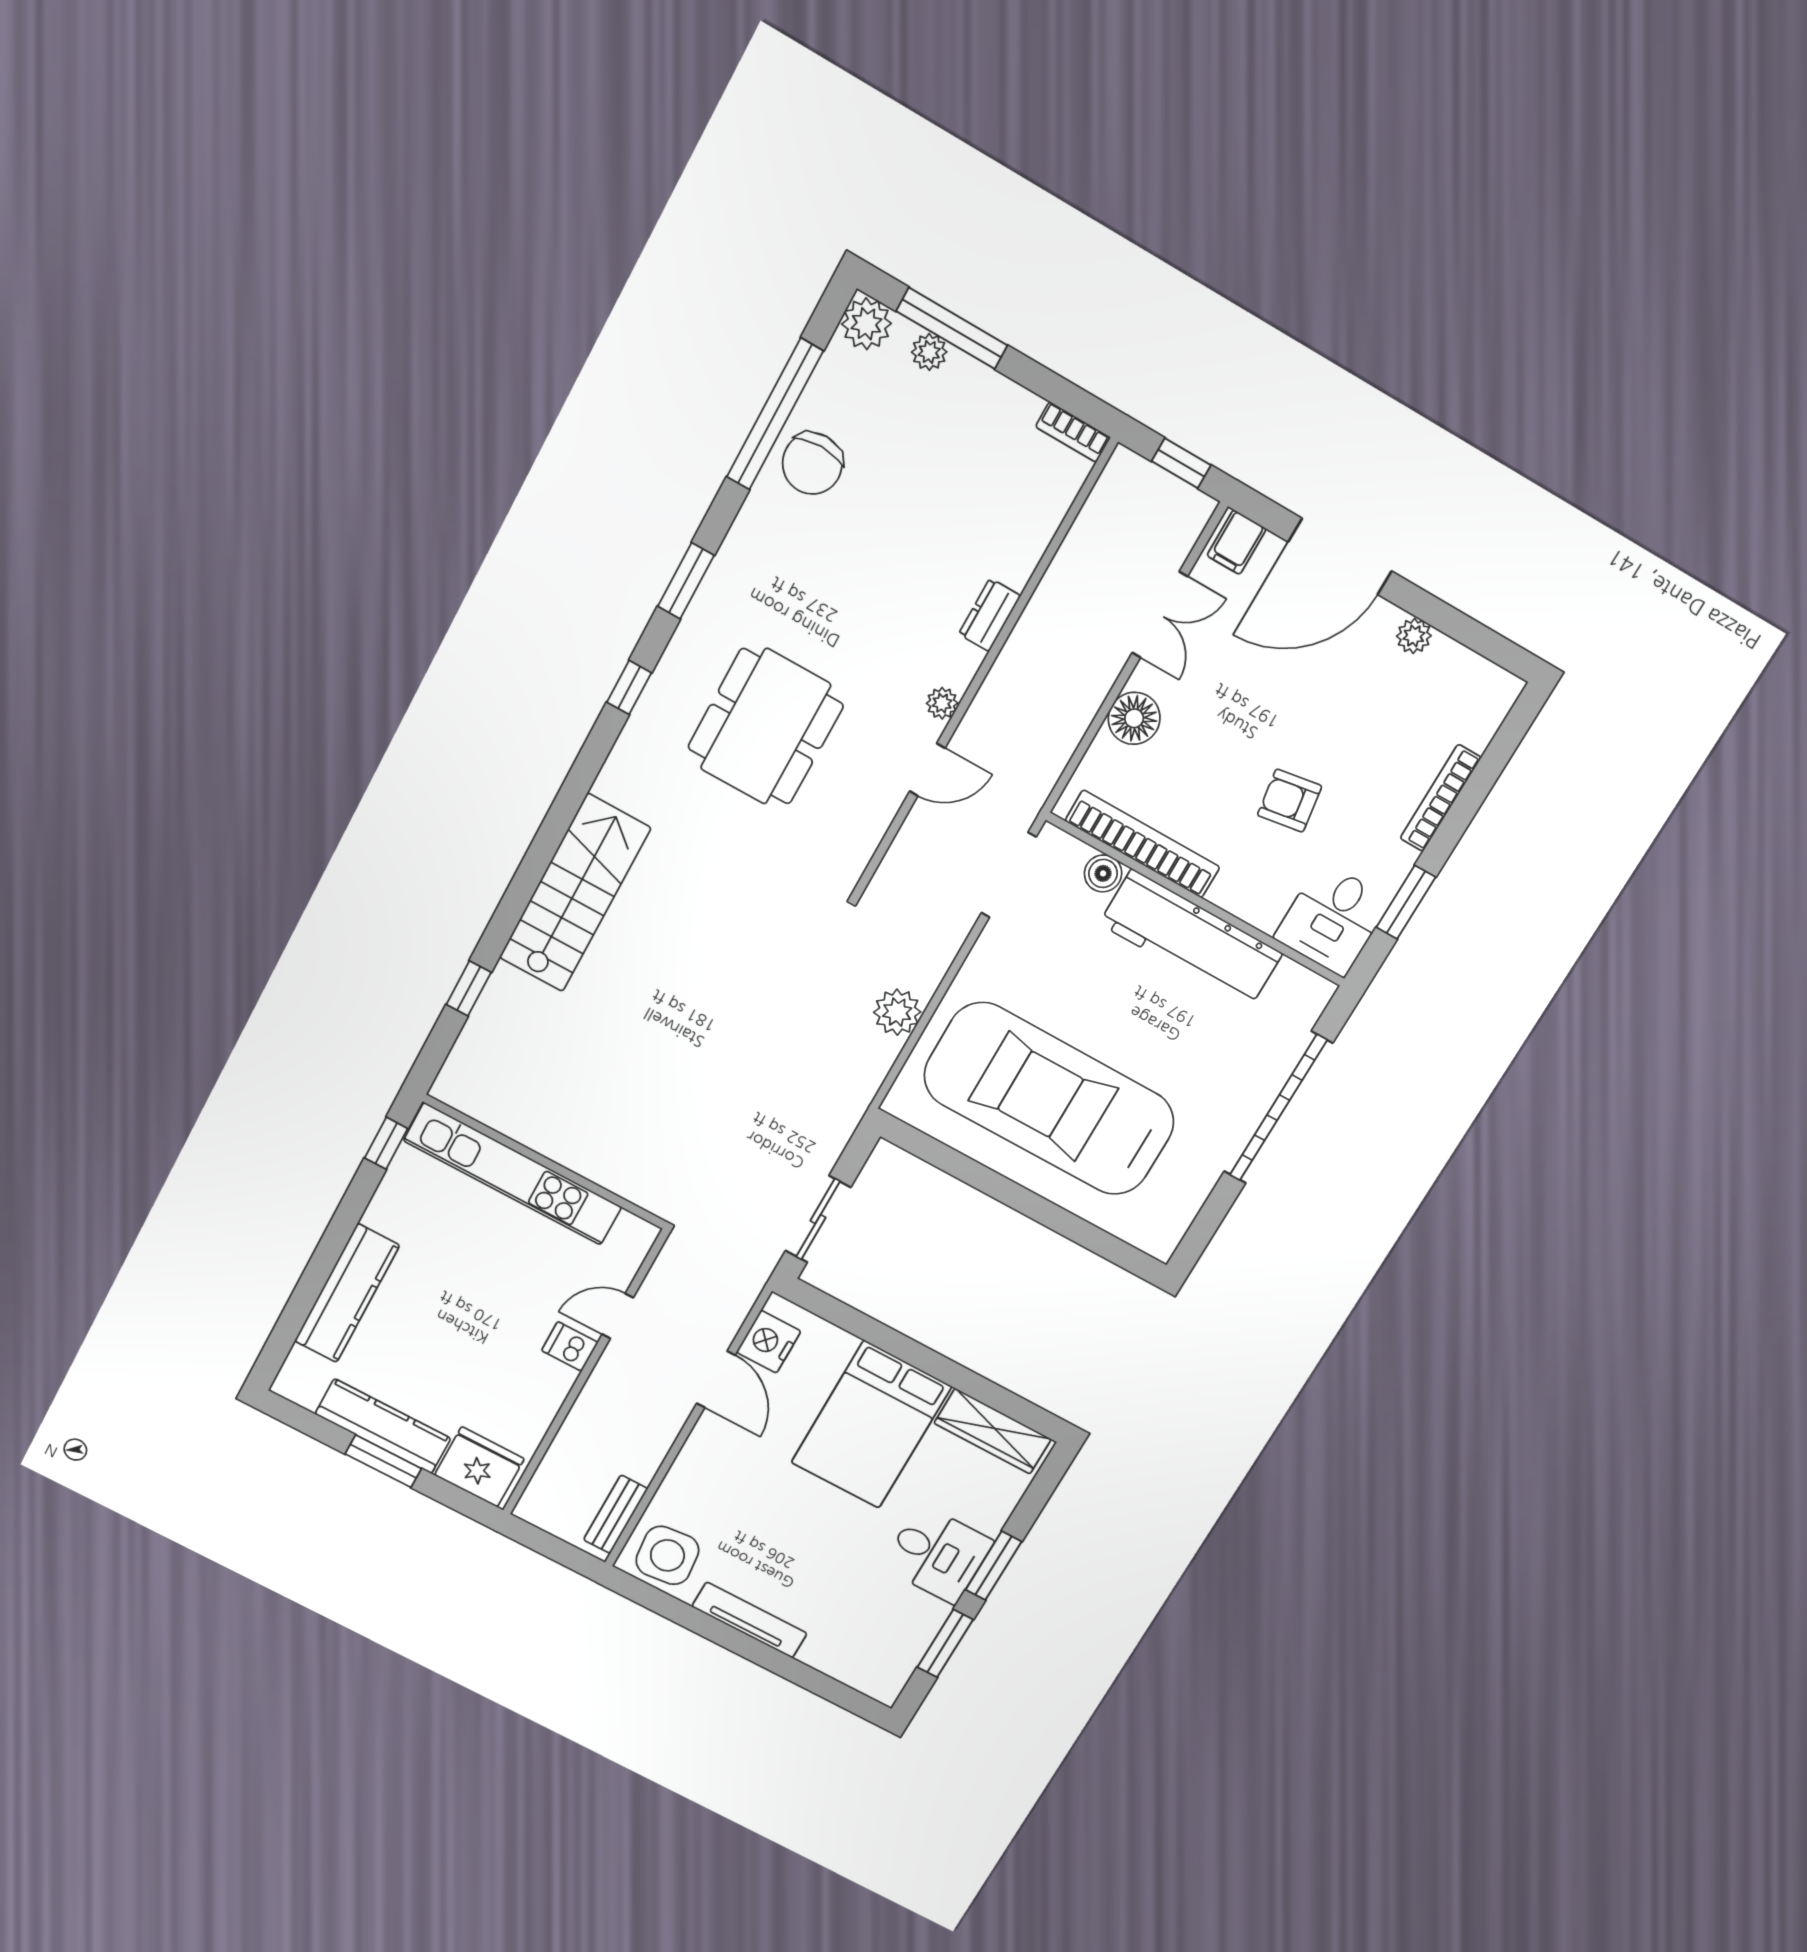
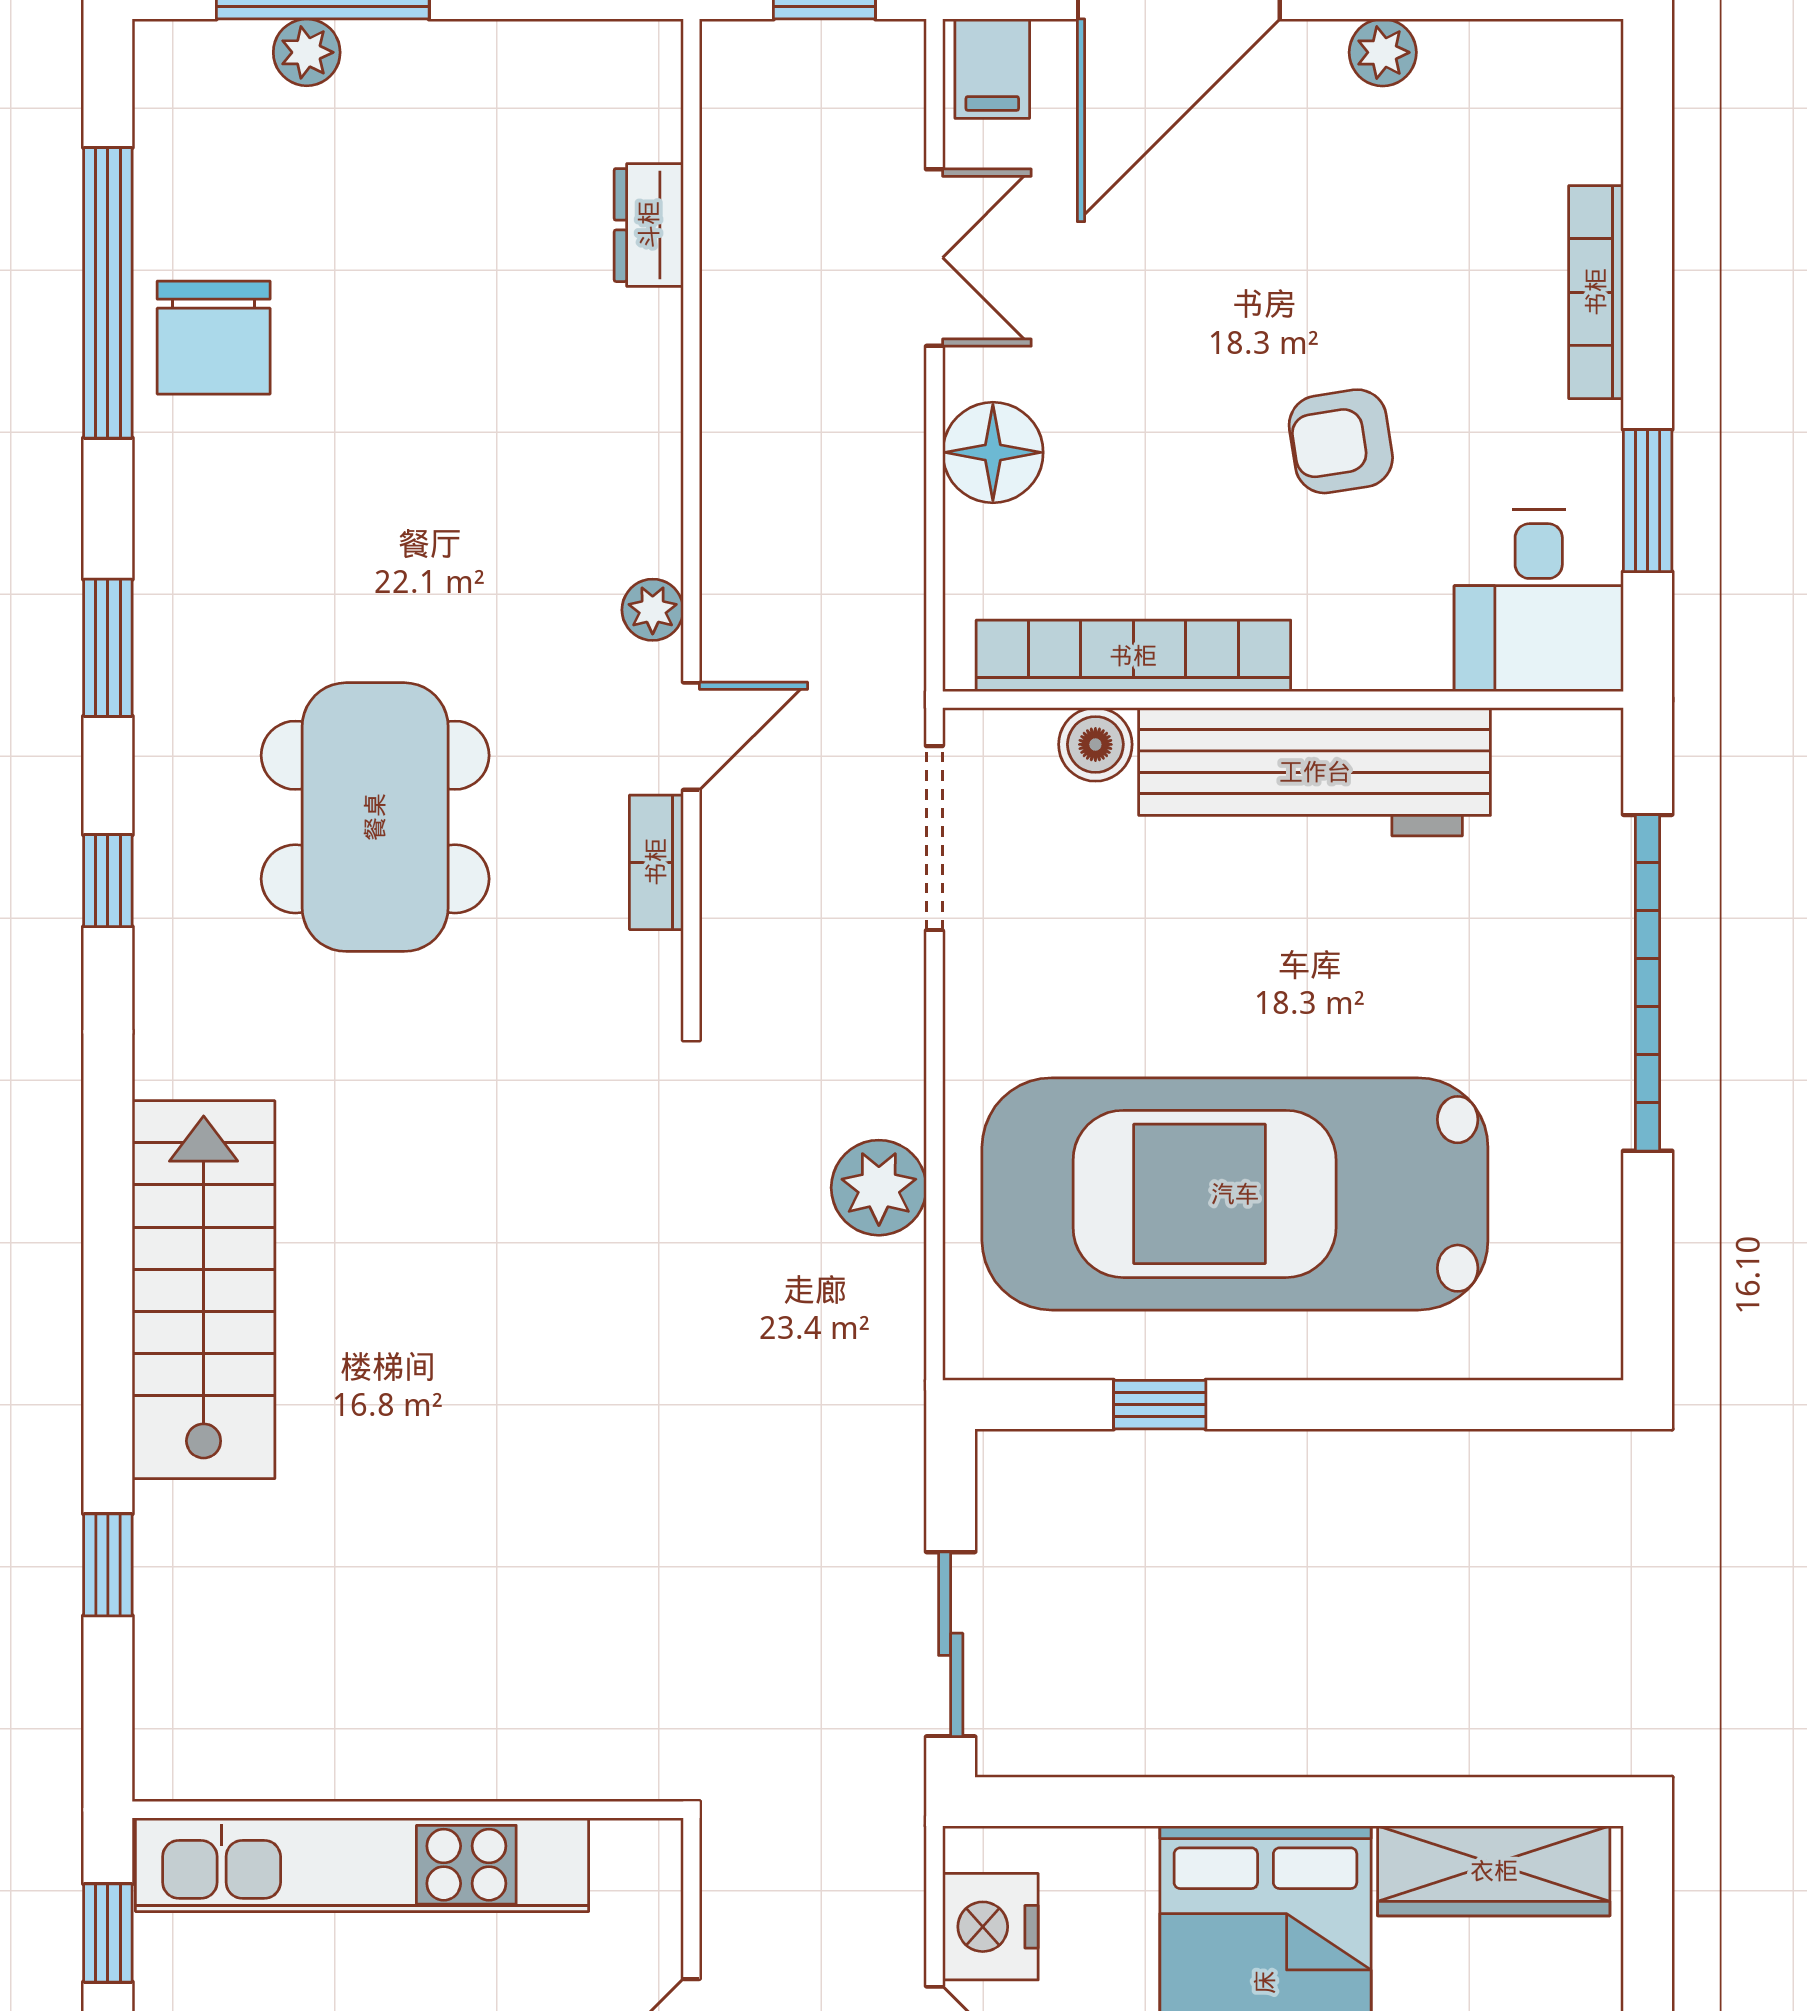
plant: (866, 324) -> (179, 66), removed
bookcase: (1073, 432) -> (656, 862), moved, turned 90
dresser: (990, 615) -> (649, 225), moved
window: (965, 1169) -> (1160, 1405), added

